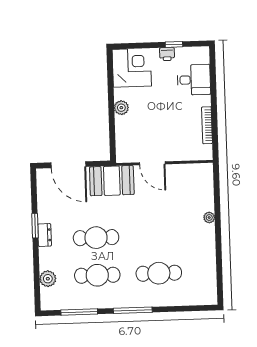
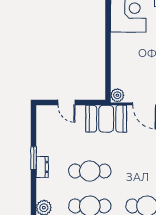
plant: (121, 108) -> (117, 95), moved
door: (68, 165) -> (66, 103), width x0.53

